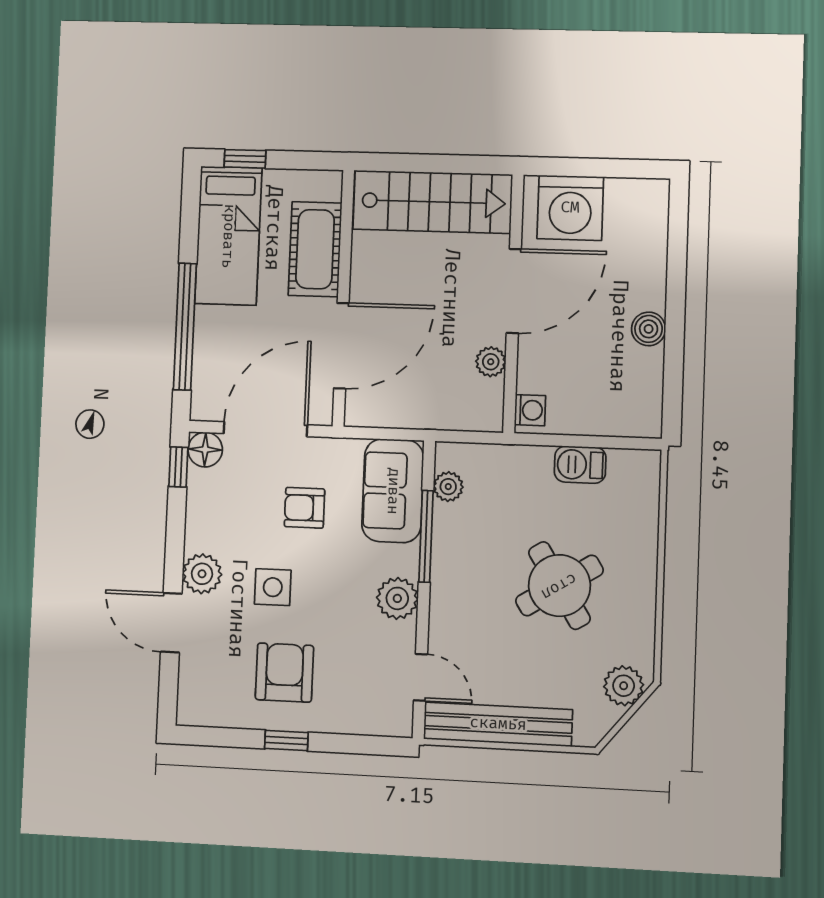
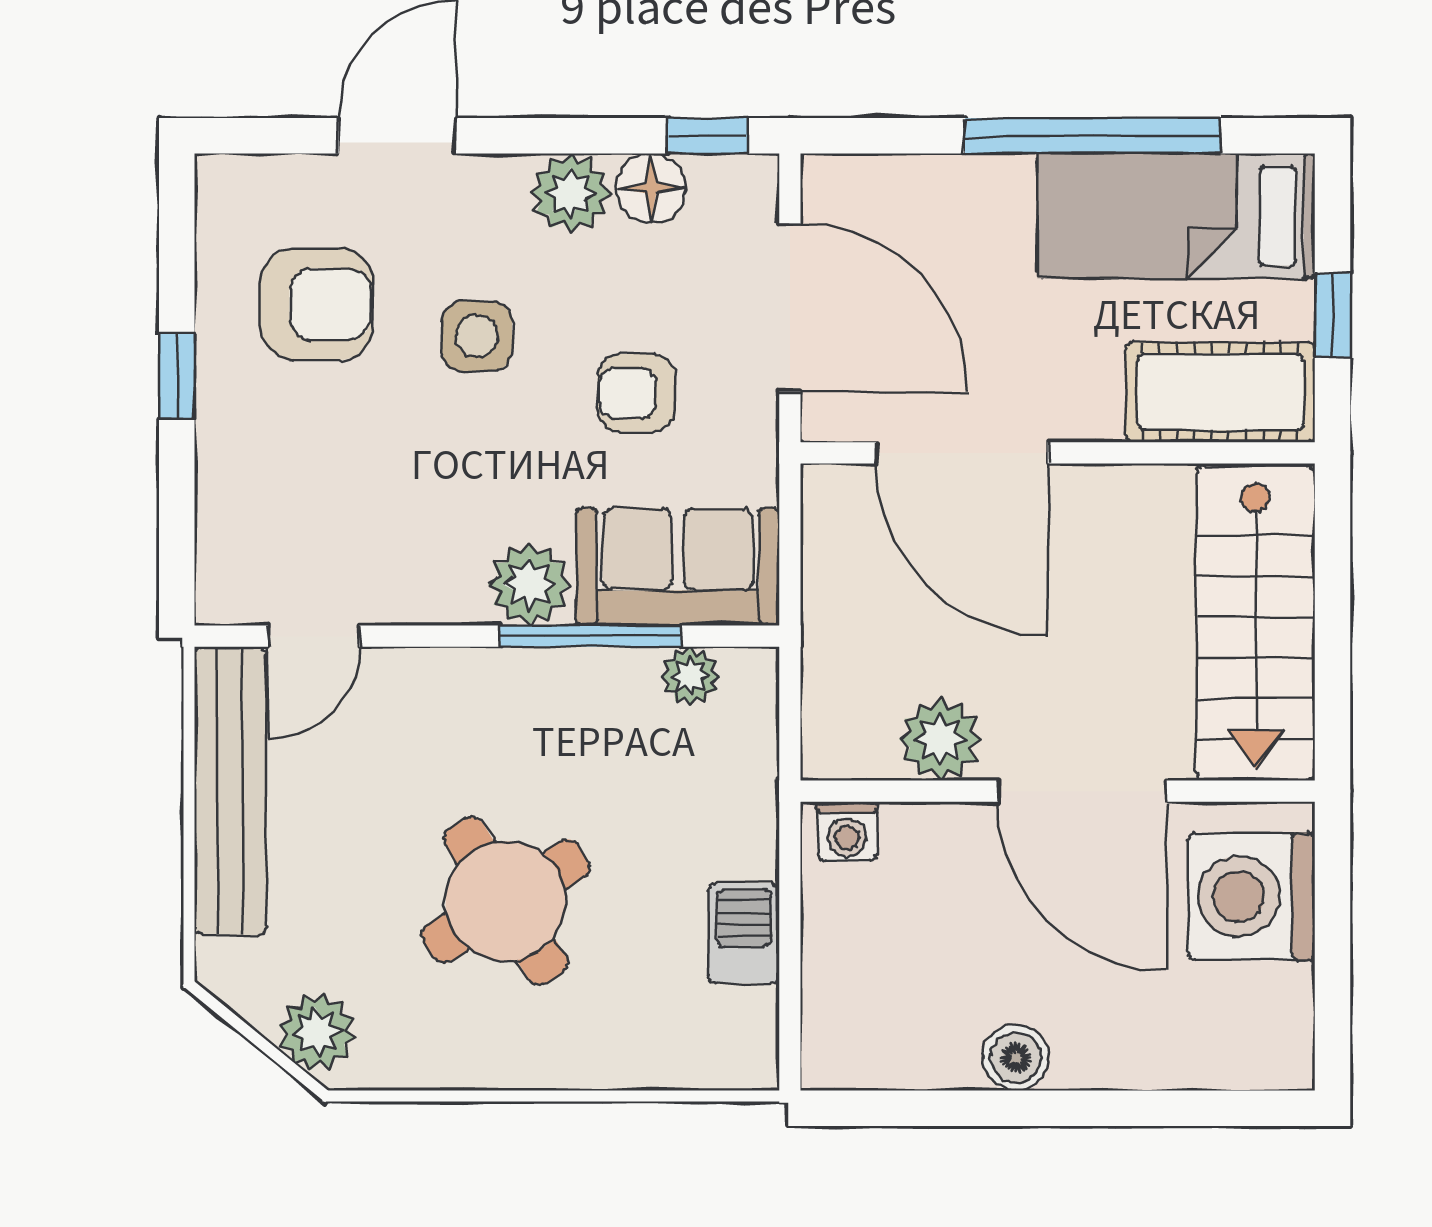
window: (245, 159) -> (1333, 315), moved
cot: (315, 249) -> (1221, 392), moved
window: (185, 327) -> (1093, 136), moved
plant: (491, 362) -> (940, 739), width x1.38, depth x1.38
floor lamp: (205, 450) -> (651, 188), moved
armchair: (304, 508) -> (637, 393), turned -90
plant: (202, 574) -> (571, 193), moved
plant: (397, 598) -> (529, 584), moved
armchair: (284, 673) -> (316, 304), moved

